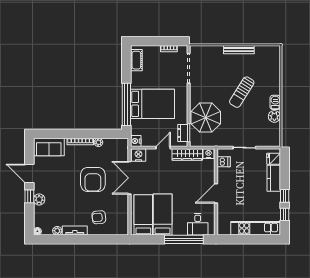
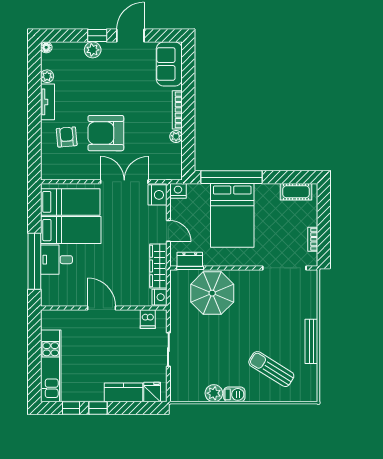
sun lounger: (242, 92) -> (271, 369), moved
armchair: (93, 180) -> (106, 133), moved
desk: (198, 224) -> (56, 260), moved

